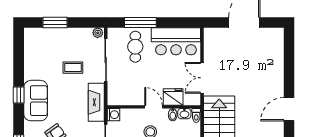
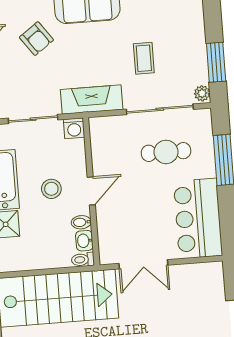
window: (55, 23) -> (216, 62), moved
cafe table: (135, 47) -> (166, 152), moved
double door: (202, 78) -> (143, 264), swing flipped
fridge: (173, 97) -> (109, 221), removed

